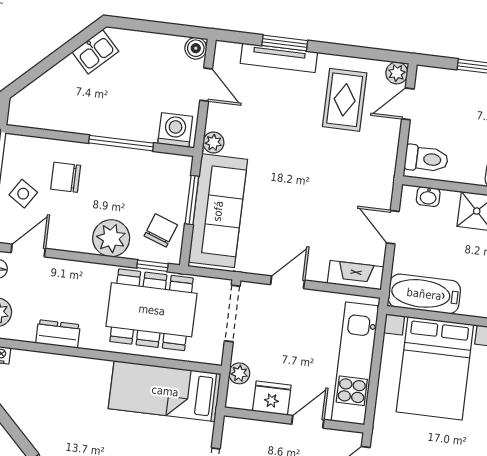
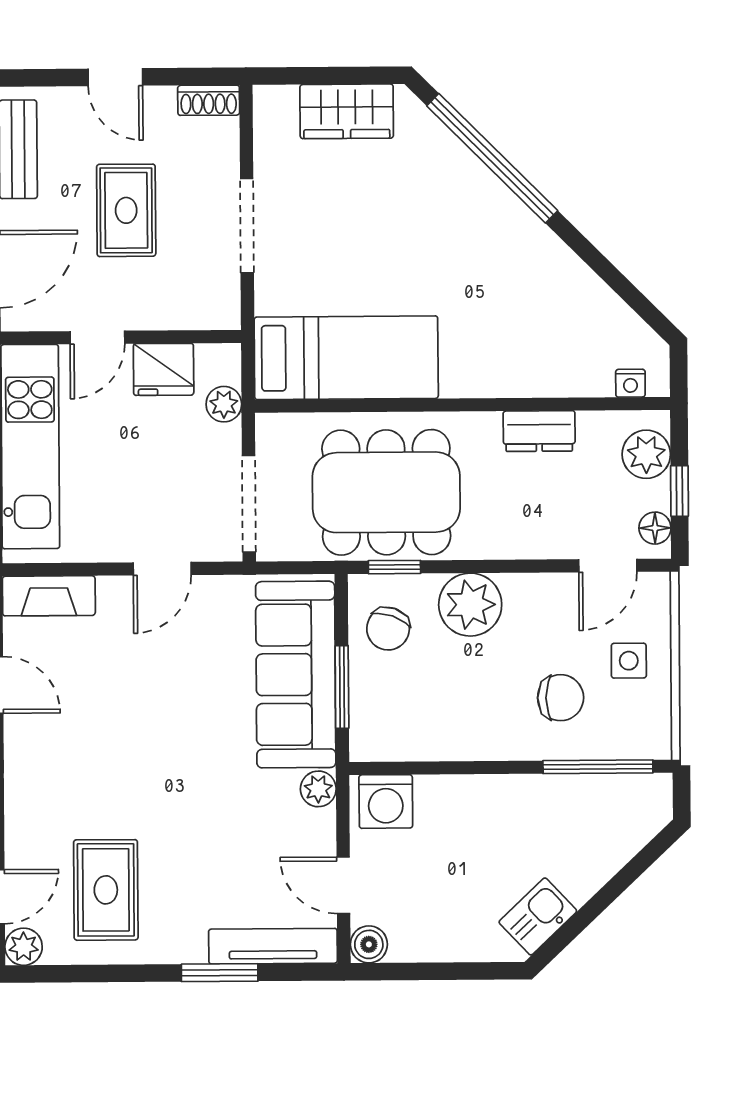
tv unit: (279, 58) -> (273, 946), moved
window: (121, 143) -> (598, 767), moved
side table: (23, 194) -> (629, 661), turned -33

